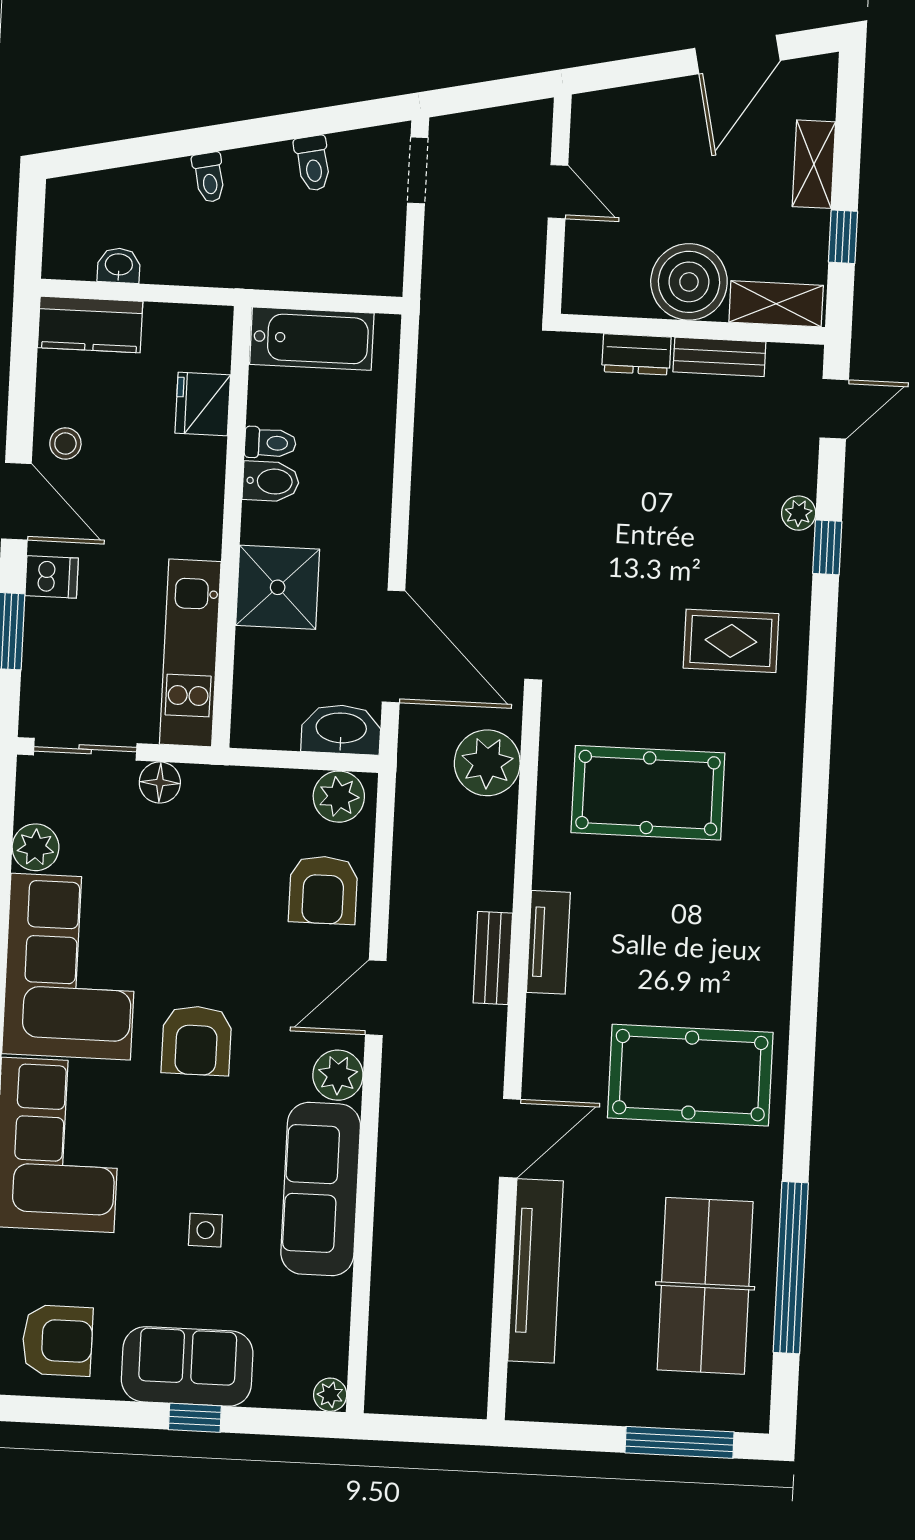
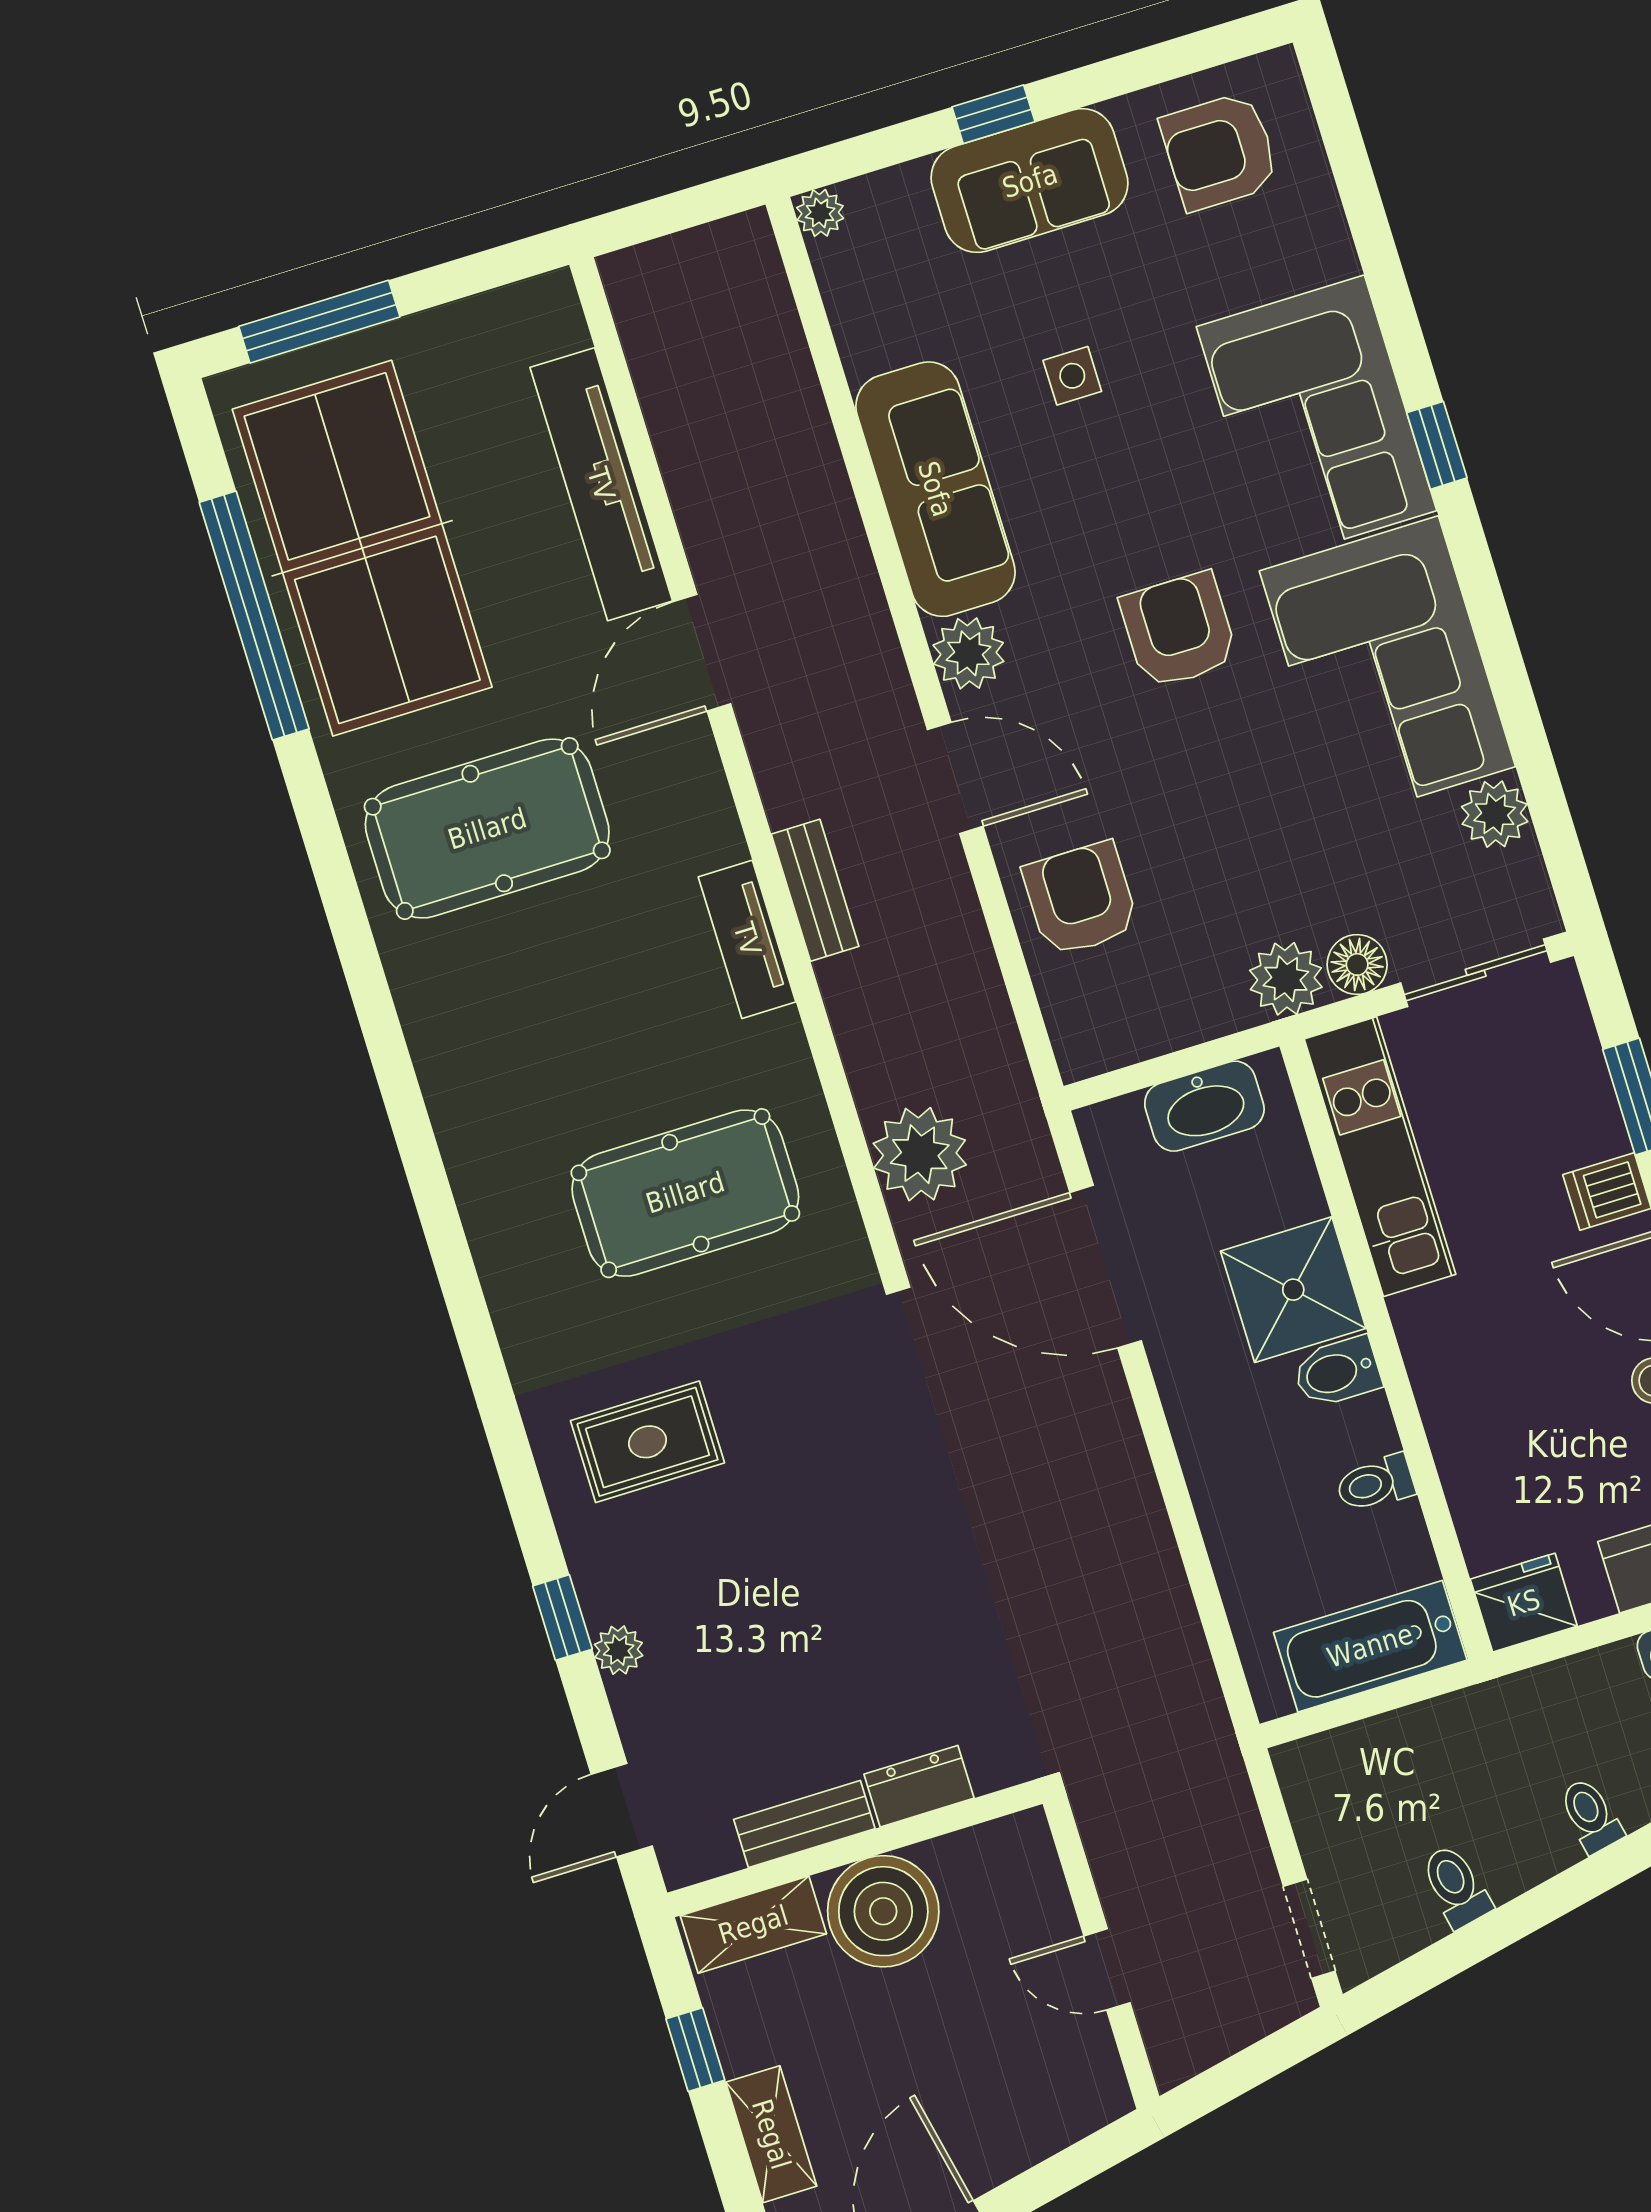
fridge: (203, 404) -> (1524, 1603), moved, turned -90
bidet: (271, 481) -> (1337, 1372), moved
washbasin: (341, 729) -> (1204, 1106), moved
plant: (339, 797) -> (1286, 979), moved
door: (376, 998) -> (955, 778), hinge flipped
table tennis table: (705, 1286) -> (362, 548), width x1.36, depth x1.32

